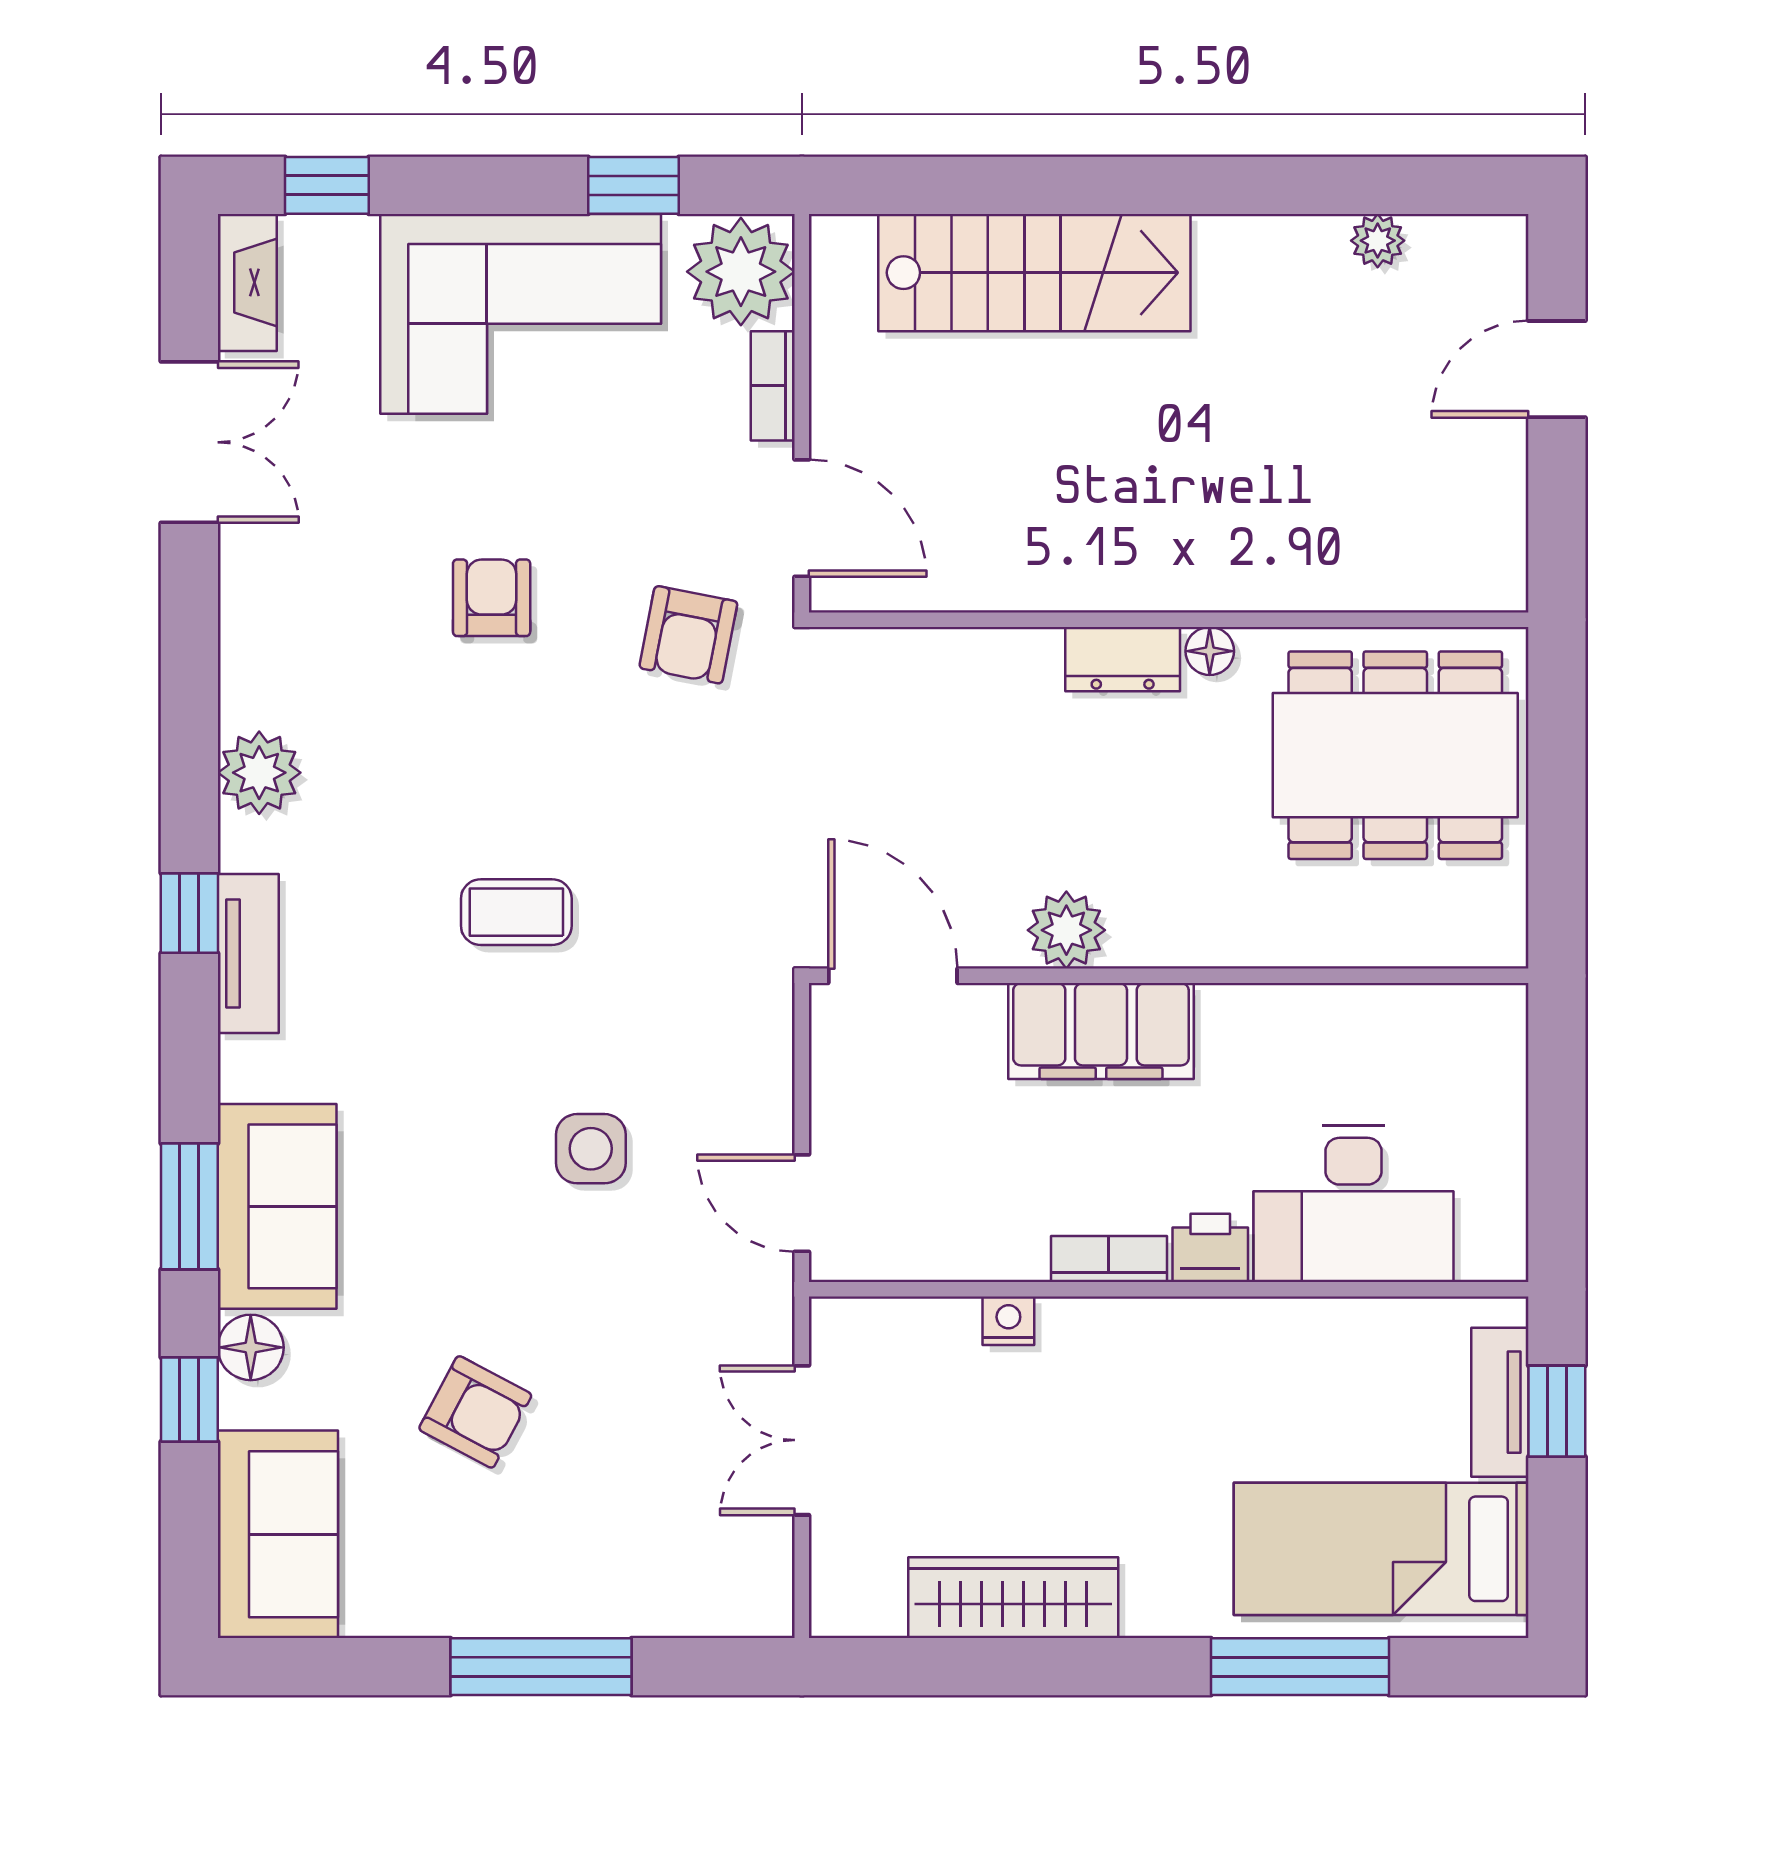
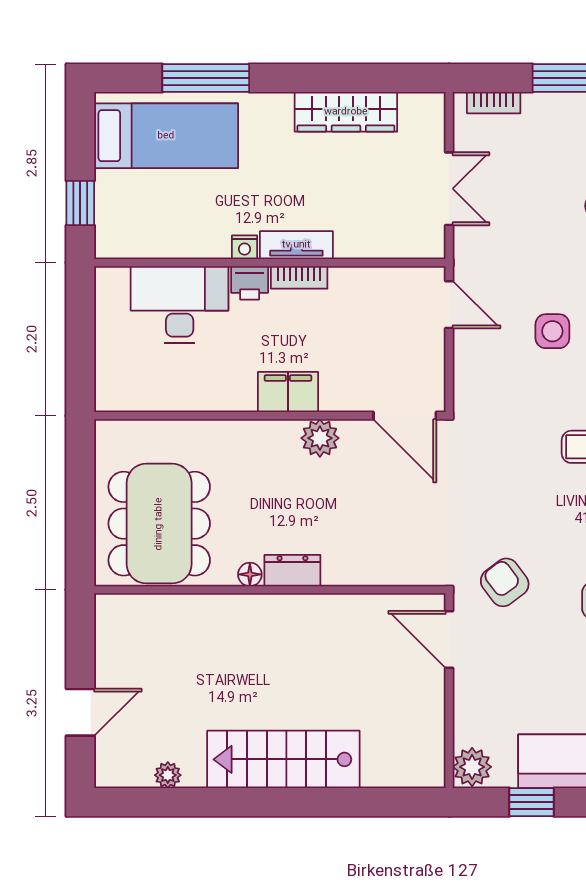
plant: (741, 272) -> (472, 767), width x0.73, depth x0.73
stairs: (1034, 273) -> (283, 759), moved
bookcase: (773, 386) -> (494, 103), moved, turned 90
armchair: (688, 635) -> (505, 582), turned -48
dining table: (1395, 755) -> (159, 524), turned 90
filing cabinet: (1101, 1031) -> (288, 392), width x0.67, depth x0.86
nightstand: (1008, 1321) -> (245, 247), moved
tv unit: (1500, 1402) -> (296, 245), moved, turned -90

